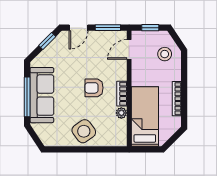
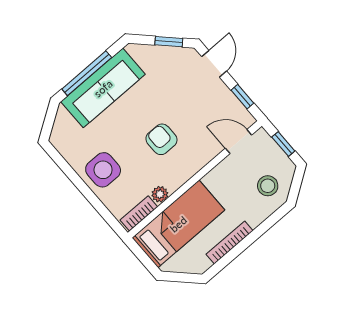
door: (79, 28) -> (214, 64), swing flipped
window: (108, 28) -> (242, 97), width x0.67
bookcase: (122, 94) -> (139, 213), moved
side table: (84, 131) -> (103, 170), turned 36

